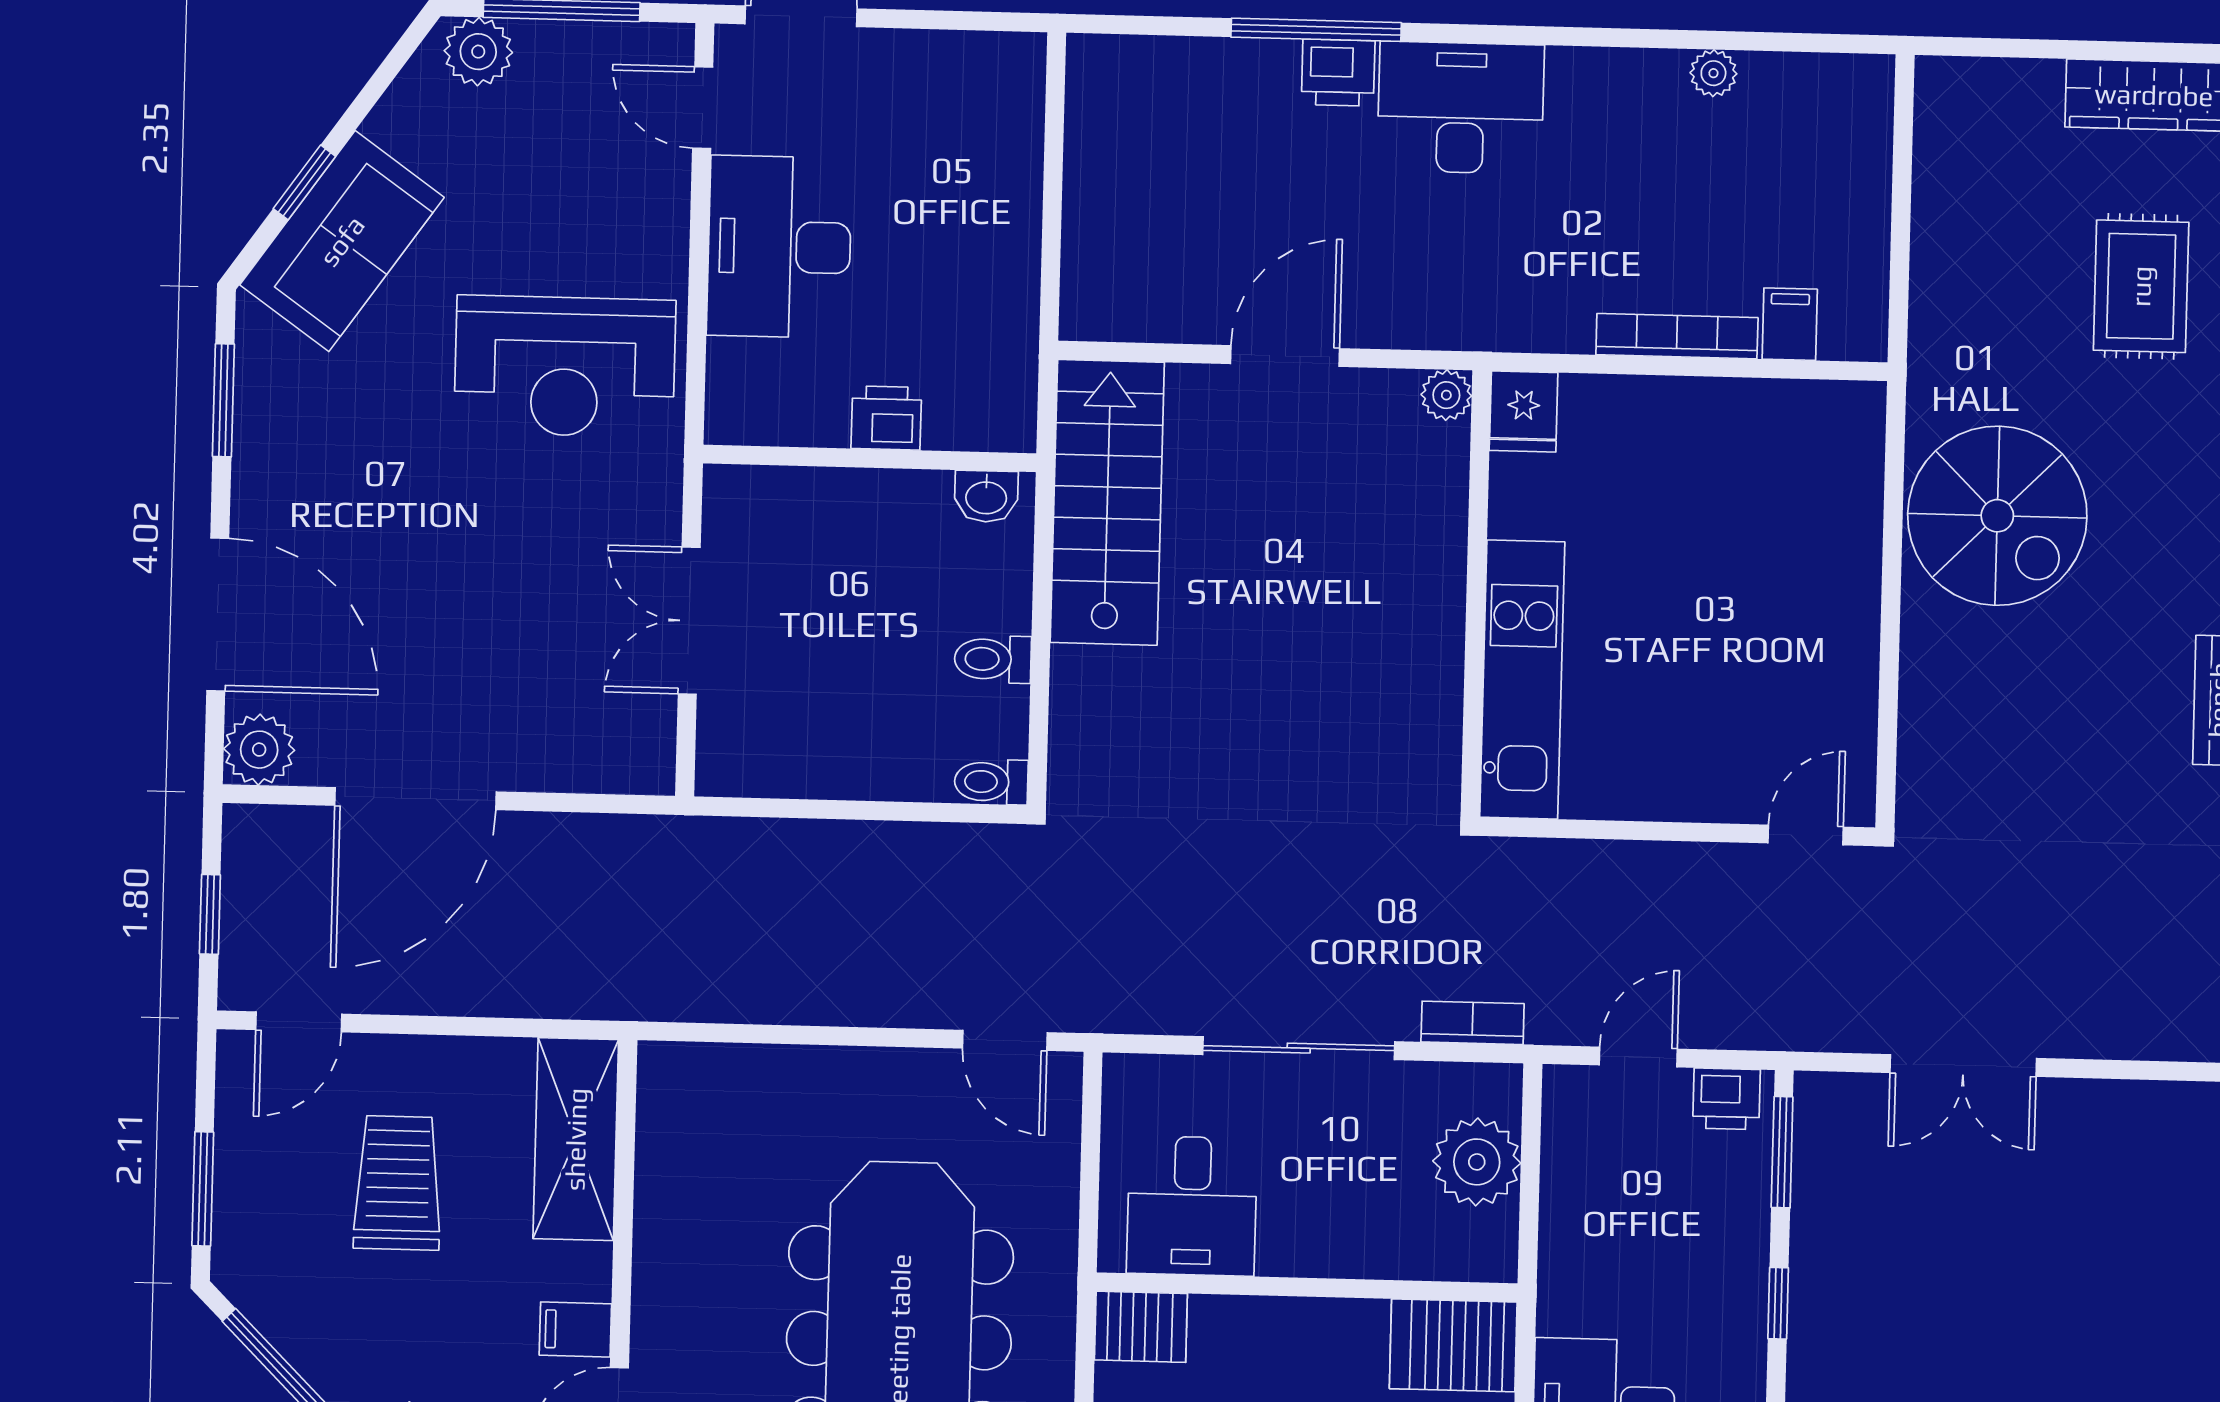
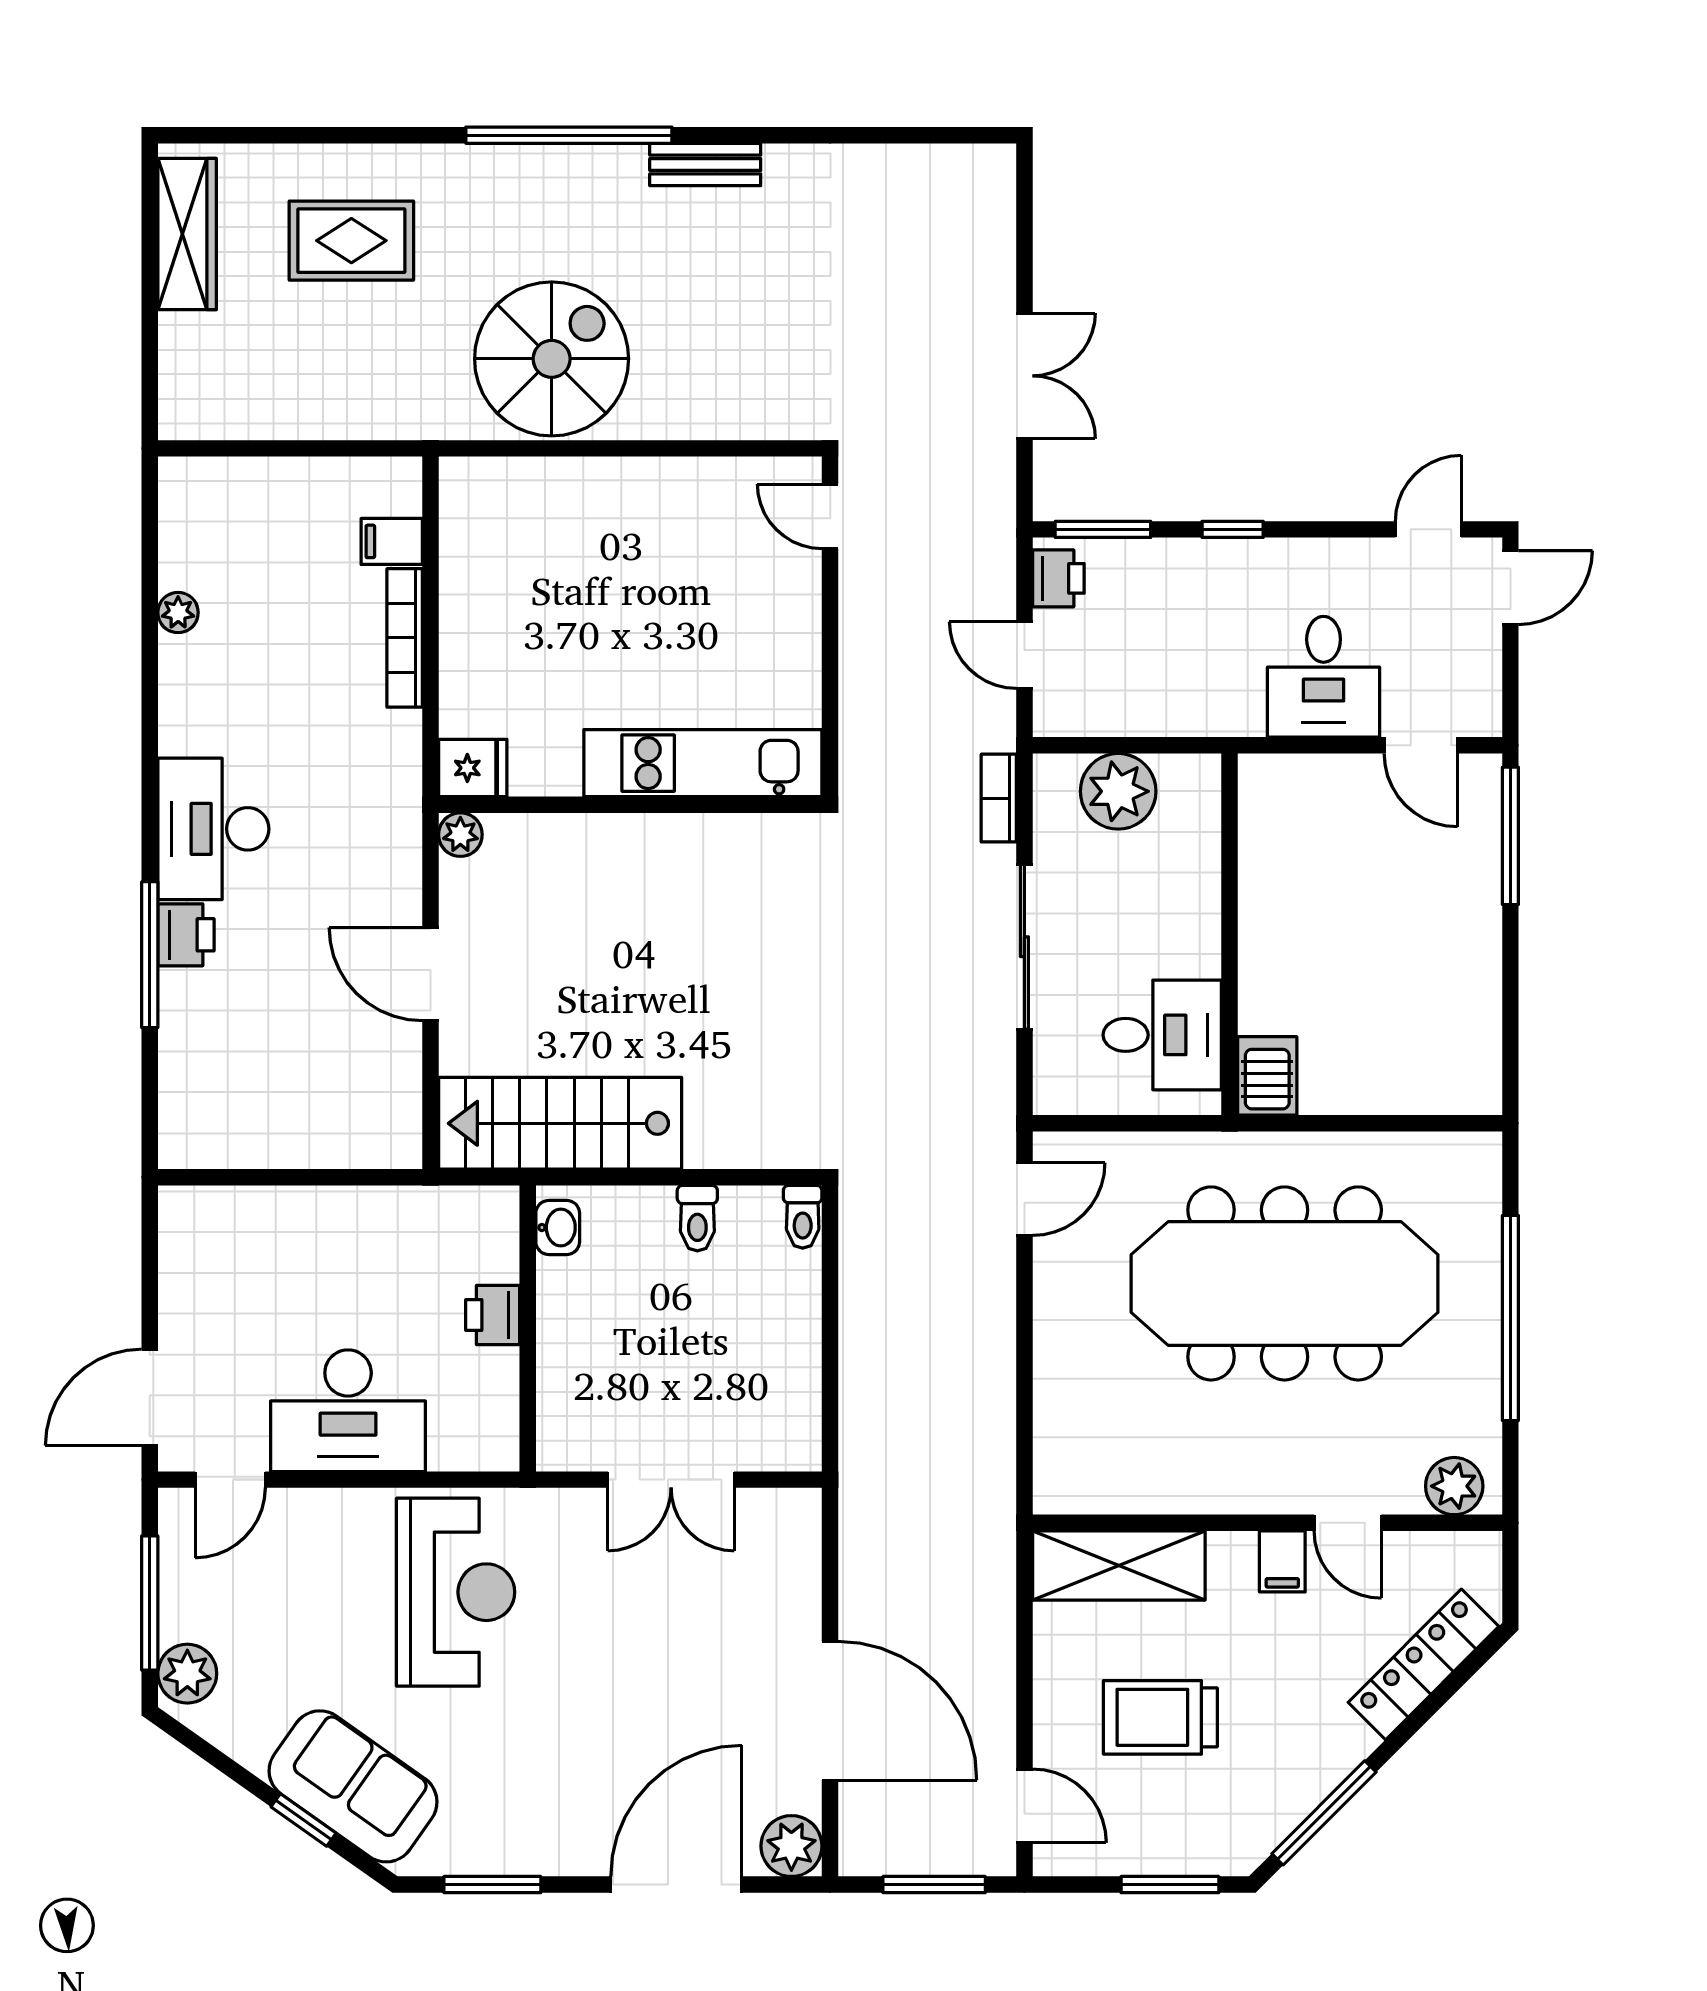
window: (210, 914) -> (934, 1885), width x1.50
server rack: (1453, 1345) -> (1276, 807), removed

